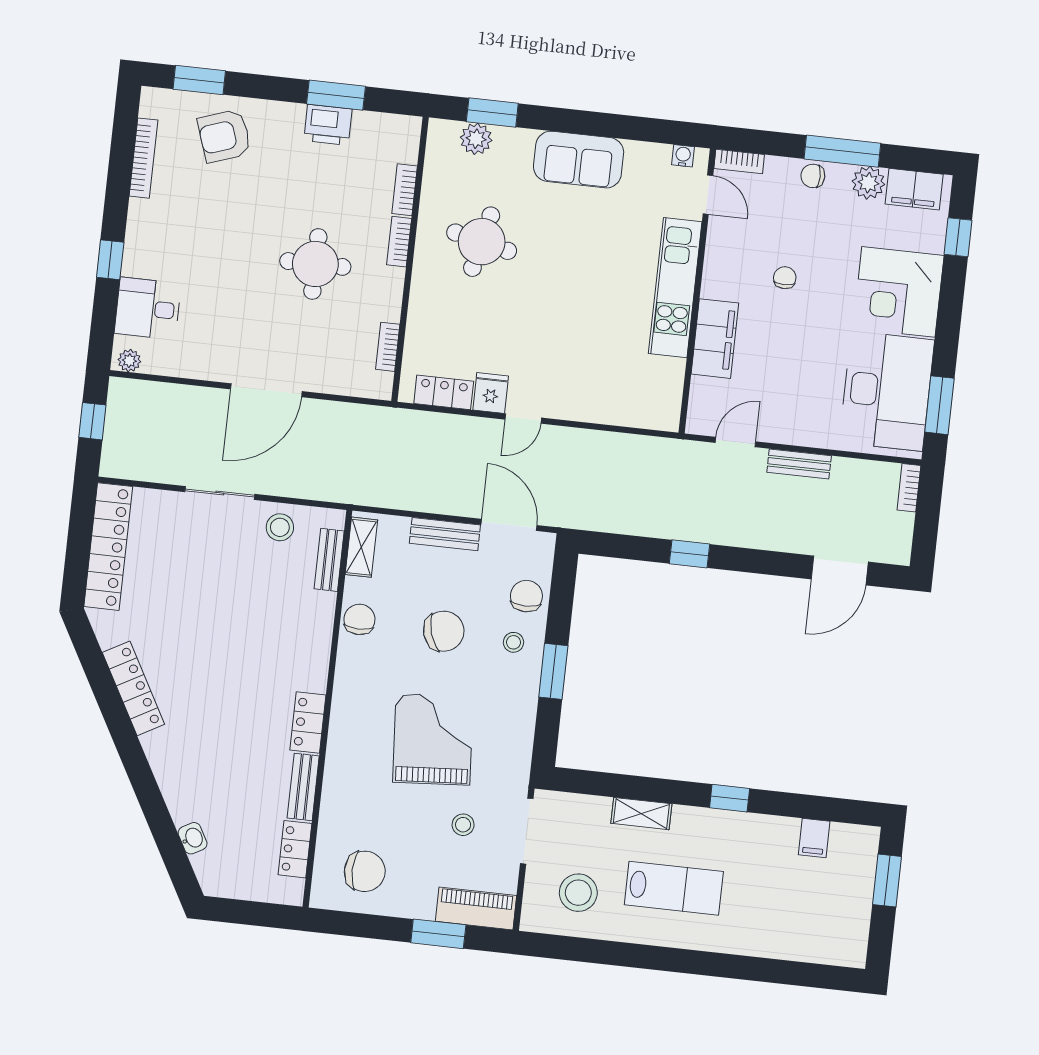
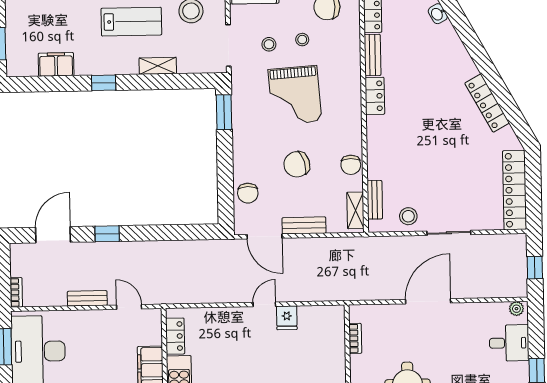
locker: (444, 392) -> (175, 336), moved, turned -90
door: (735, 442) -> (129, 307), swing flipped
window: (690, 554) -> (107, 234), moved
stool: (513, 642) -> (302, 40), moved
window: (553, 671) -> (224, 112), moved
filing cabinet: (814, 838) -> (56, 64), width x2.00
lab bench: (674, 888) -> (131, 22), turned 180

